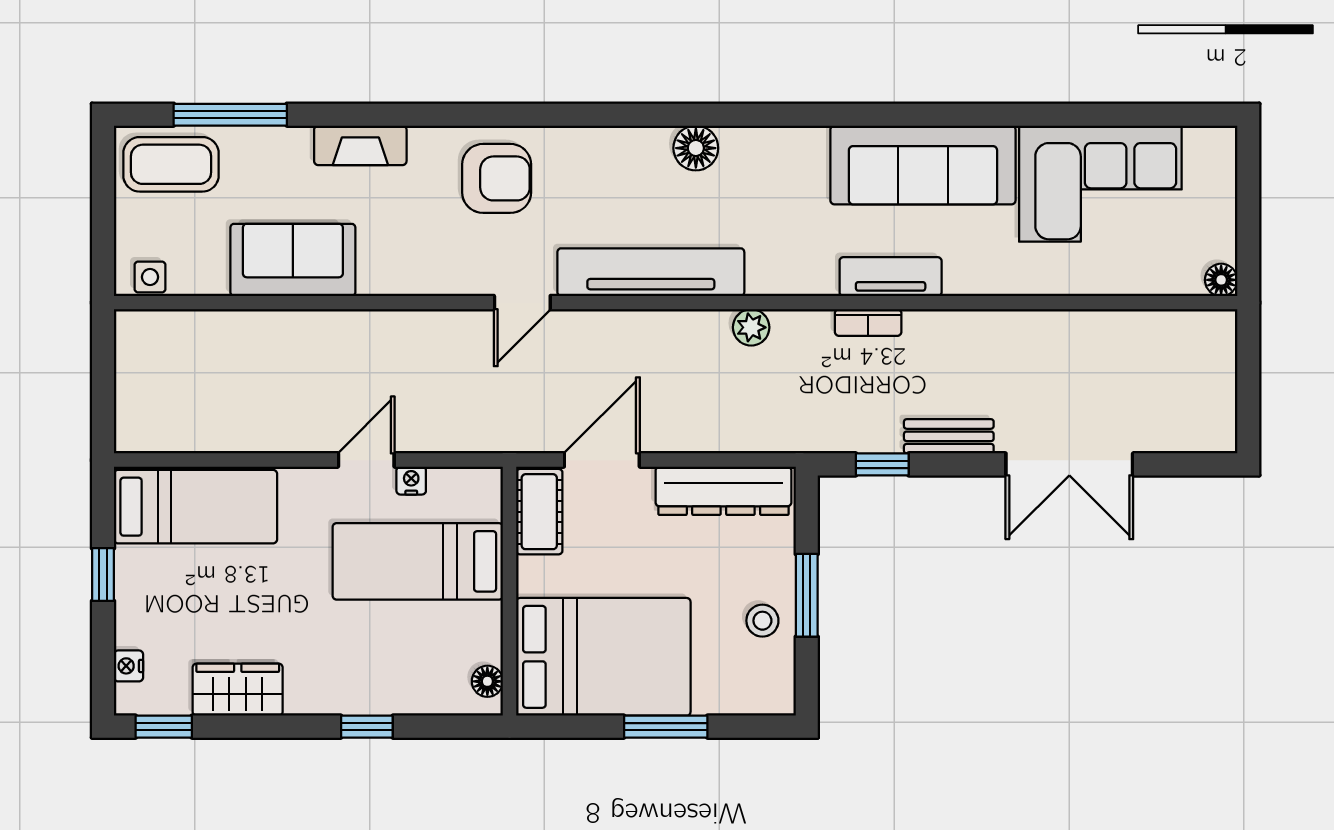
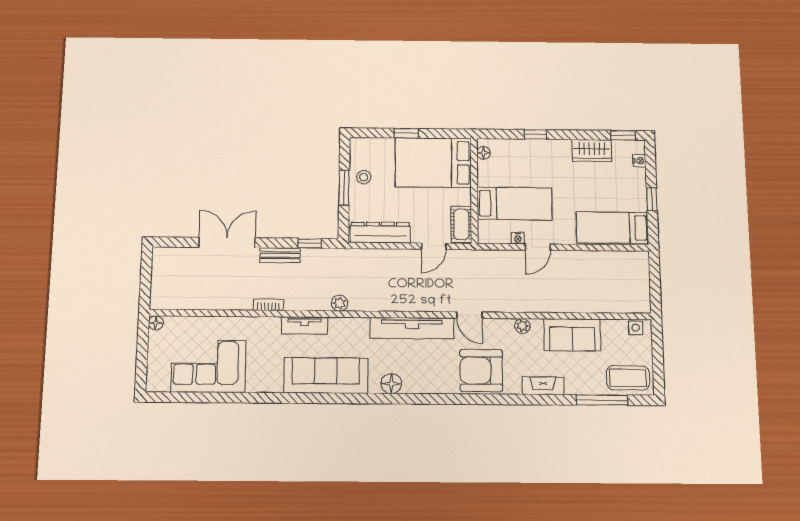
sofa: (923, 165) -> (326, 375), moved
armchair: (497, 178) -> (481, 370), width x1.36, depth x1.36
plant: (404, 279) -> (522, 326), added
door: (522, 303) -> (469, 315), swing flipped
bookcase: (868, 323) -> (268, 305), moved
plant: (751, 327) -> (339, 303), moved
door: (602, 460) -> (434, 246), width x0.73
window: (666, 727) -> (406, 133), width x0.67

